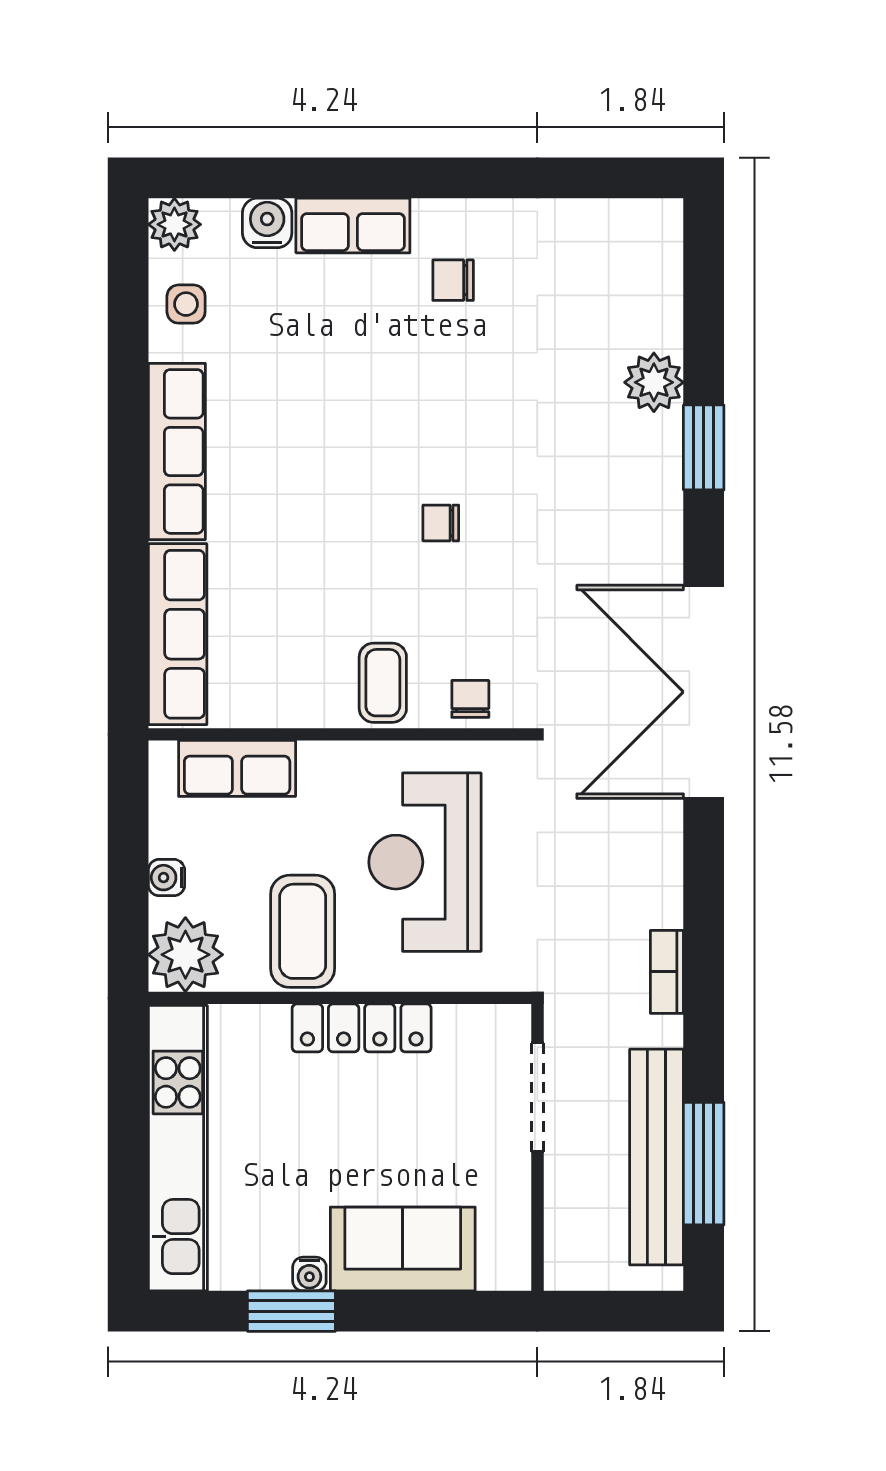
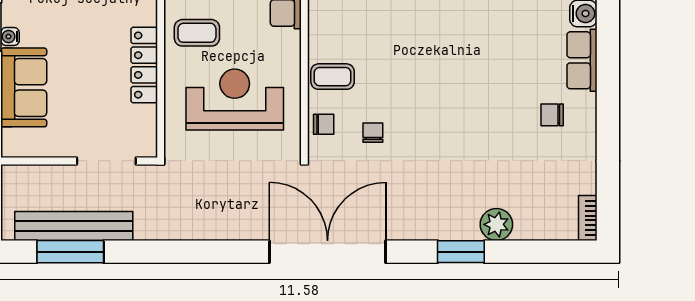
chair: (453, 280) -> (552, 115), turned -90
chair: (441, 523) -> (373, 133), moved
coffee table: (303, 931) -> (197, 33), width x0.73, depth x0.77
bookcase: (667, 972) -> (588, 218), moved, turned -90

